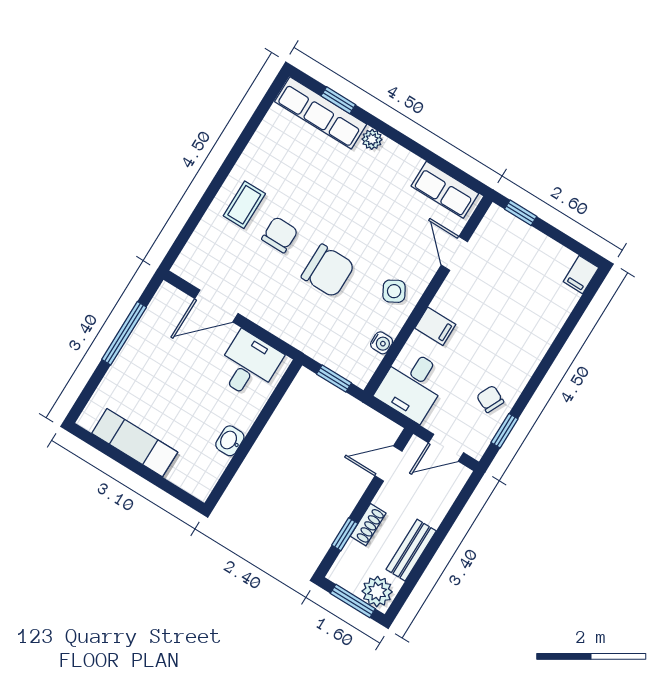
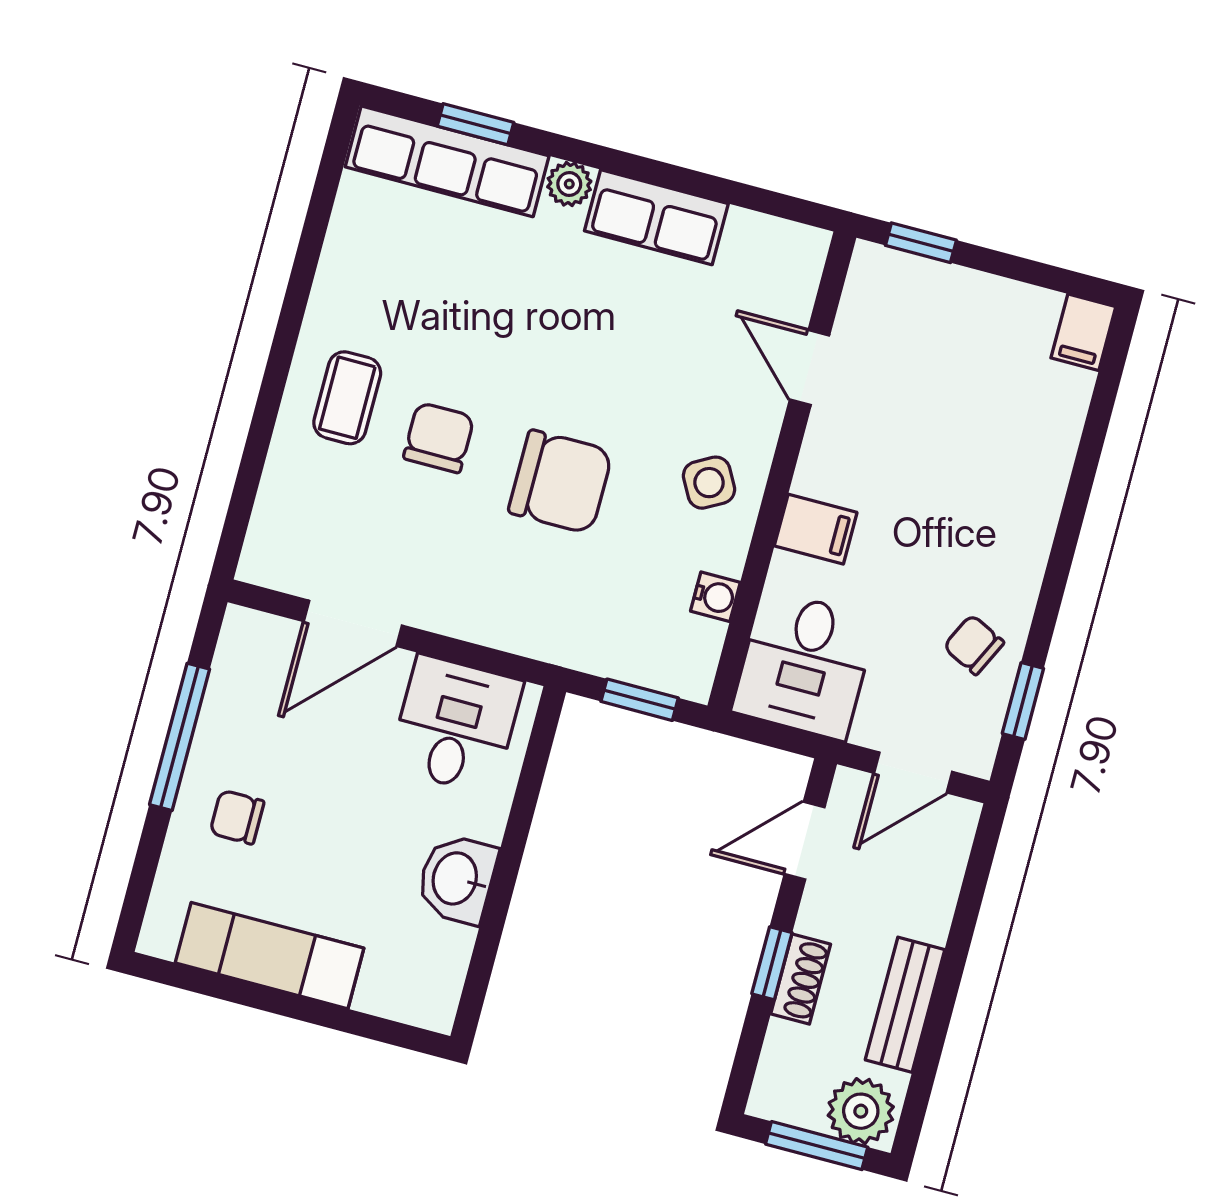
row of seats: (445, 190) -> (656, 217), moved
chair: (139, 377) -> (237, 817), added
washbasin: (230, 441) -> (457, 879), width x1.38, depth x1.45
window: (345, 534) -> (772, 963), moved

